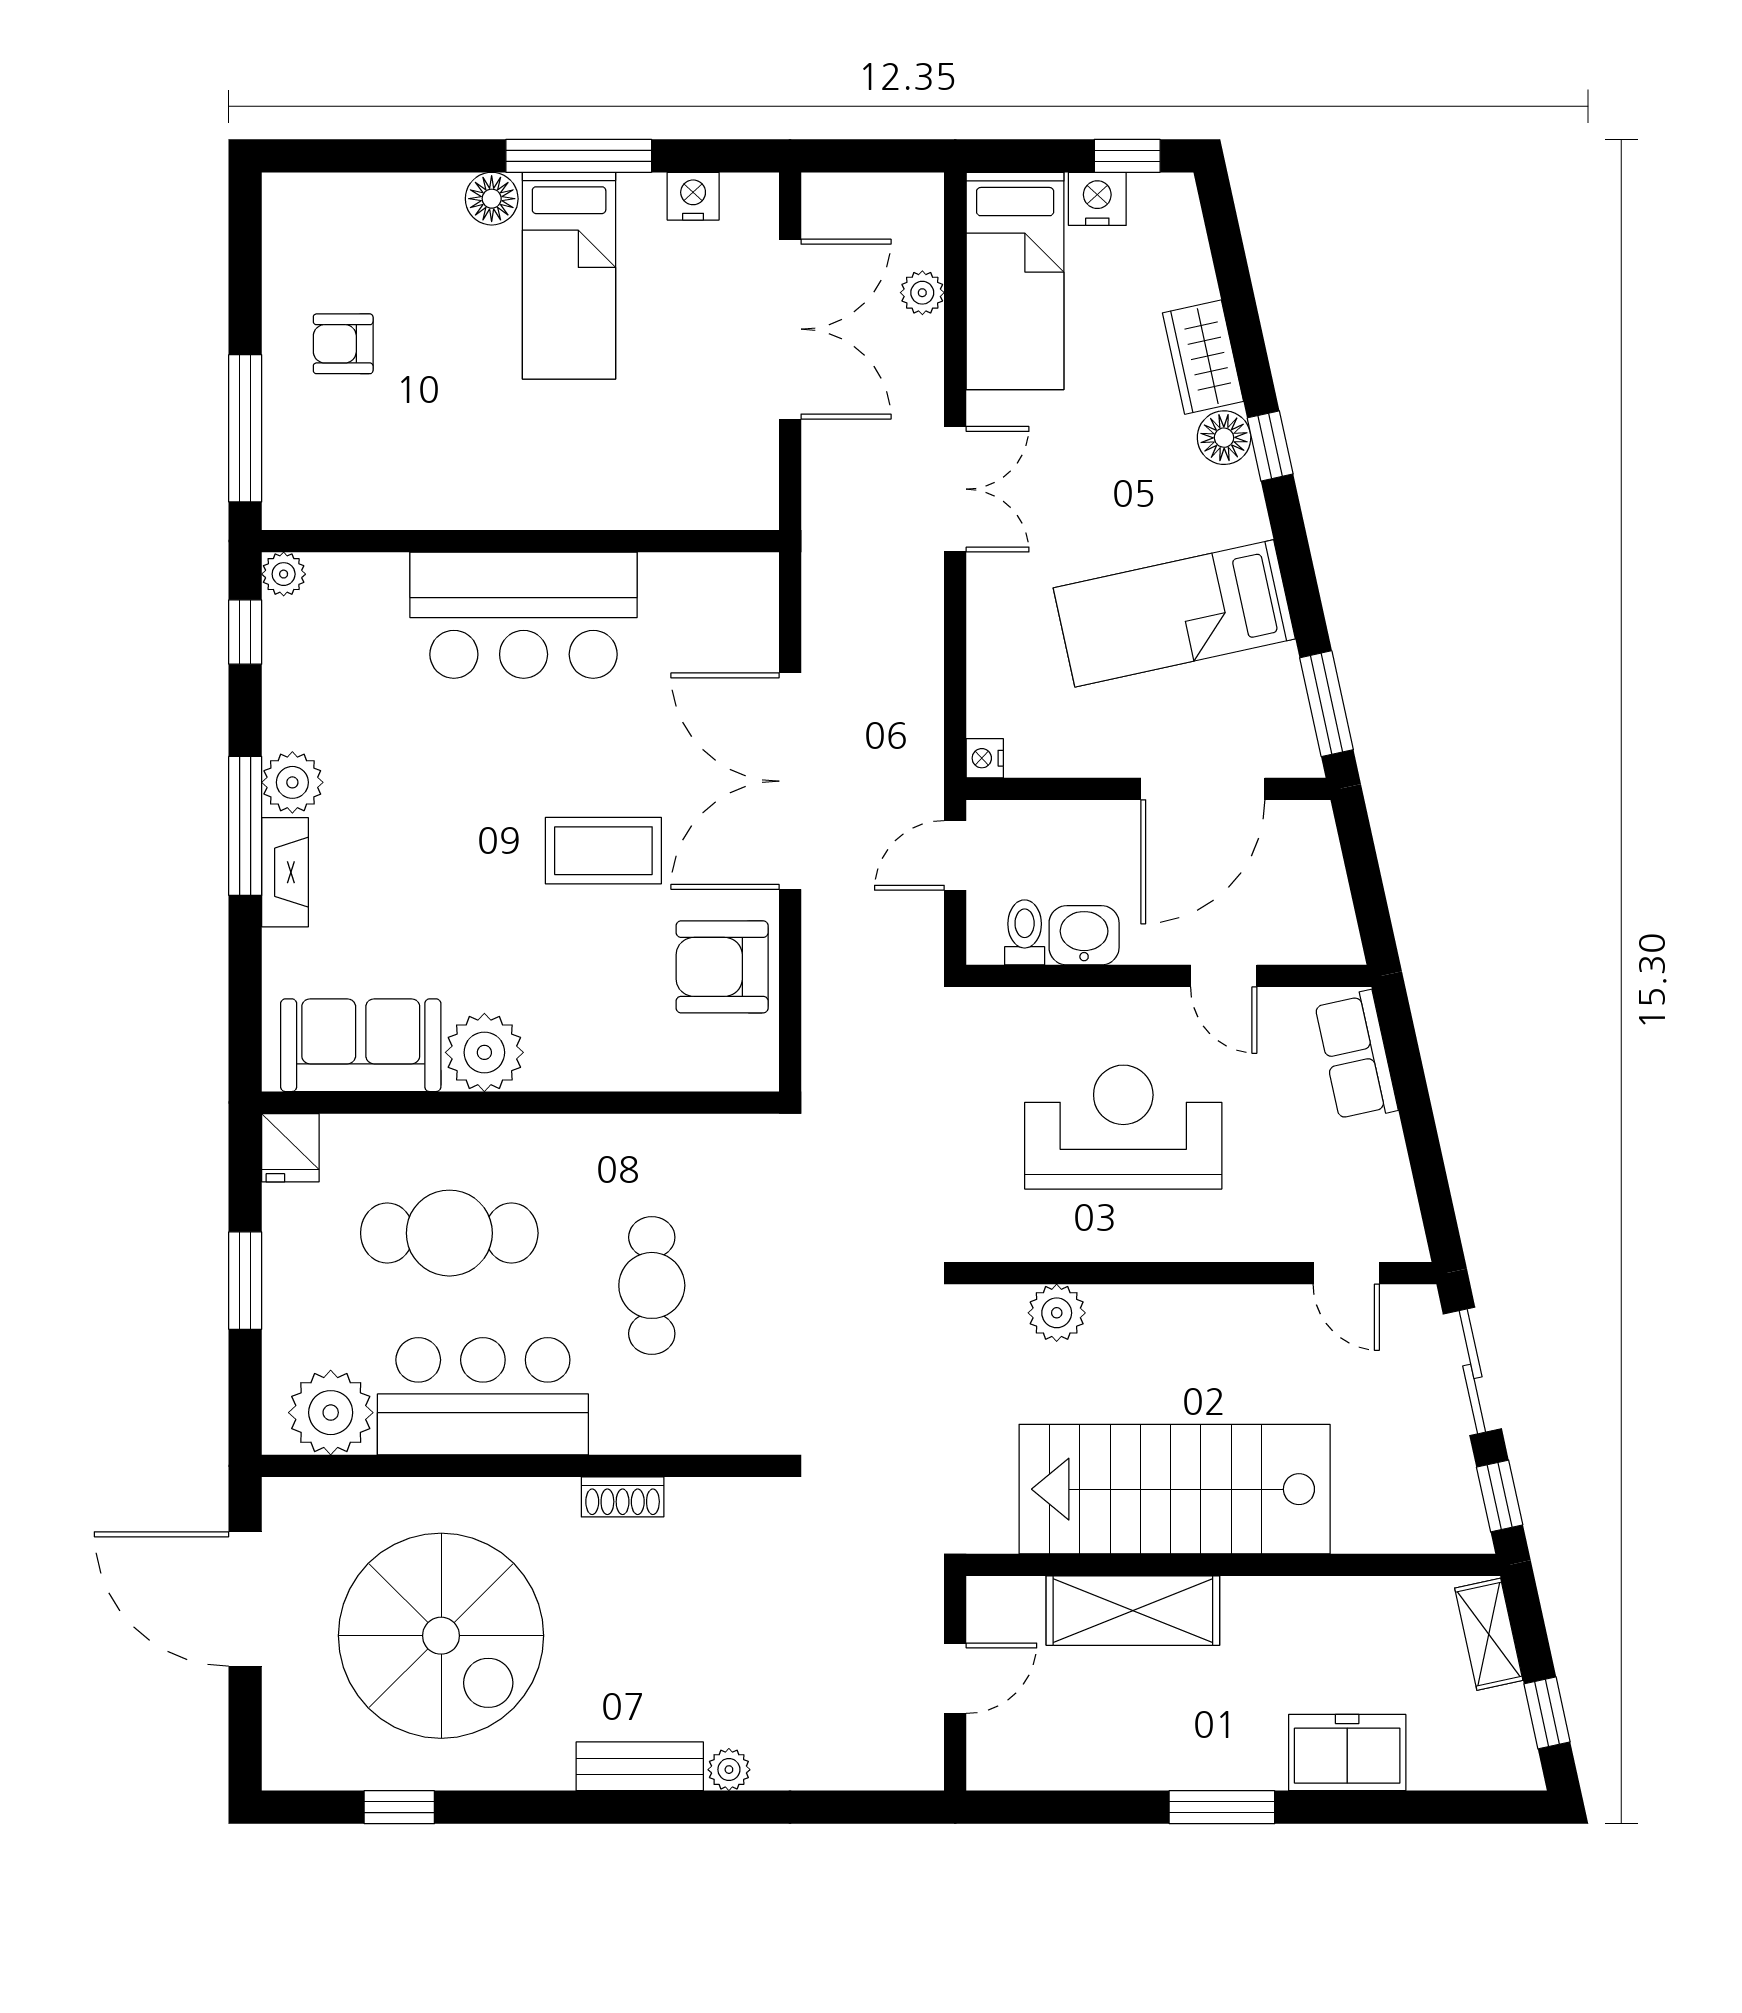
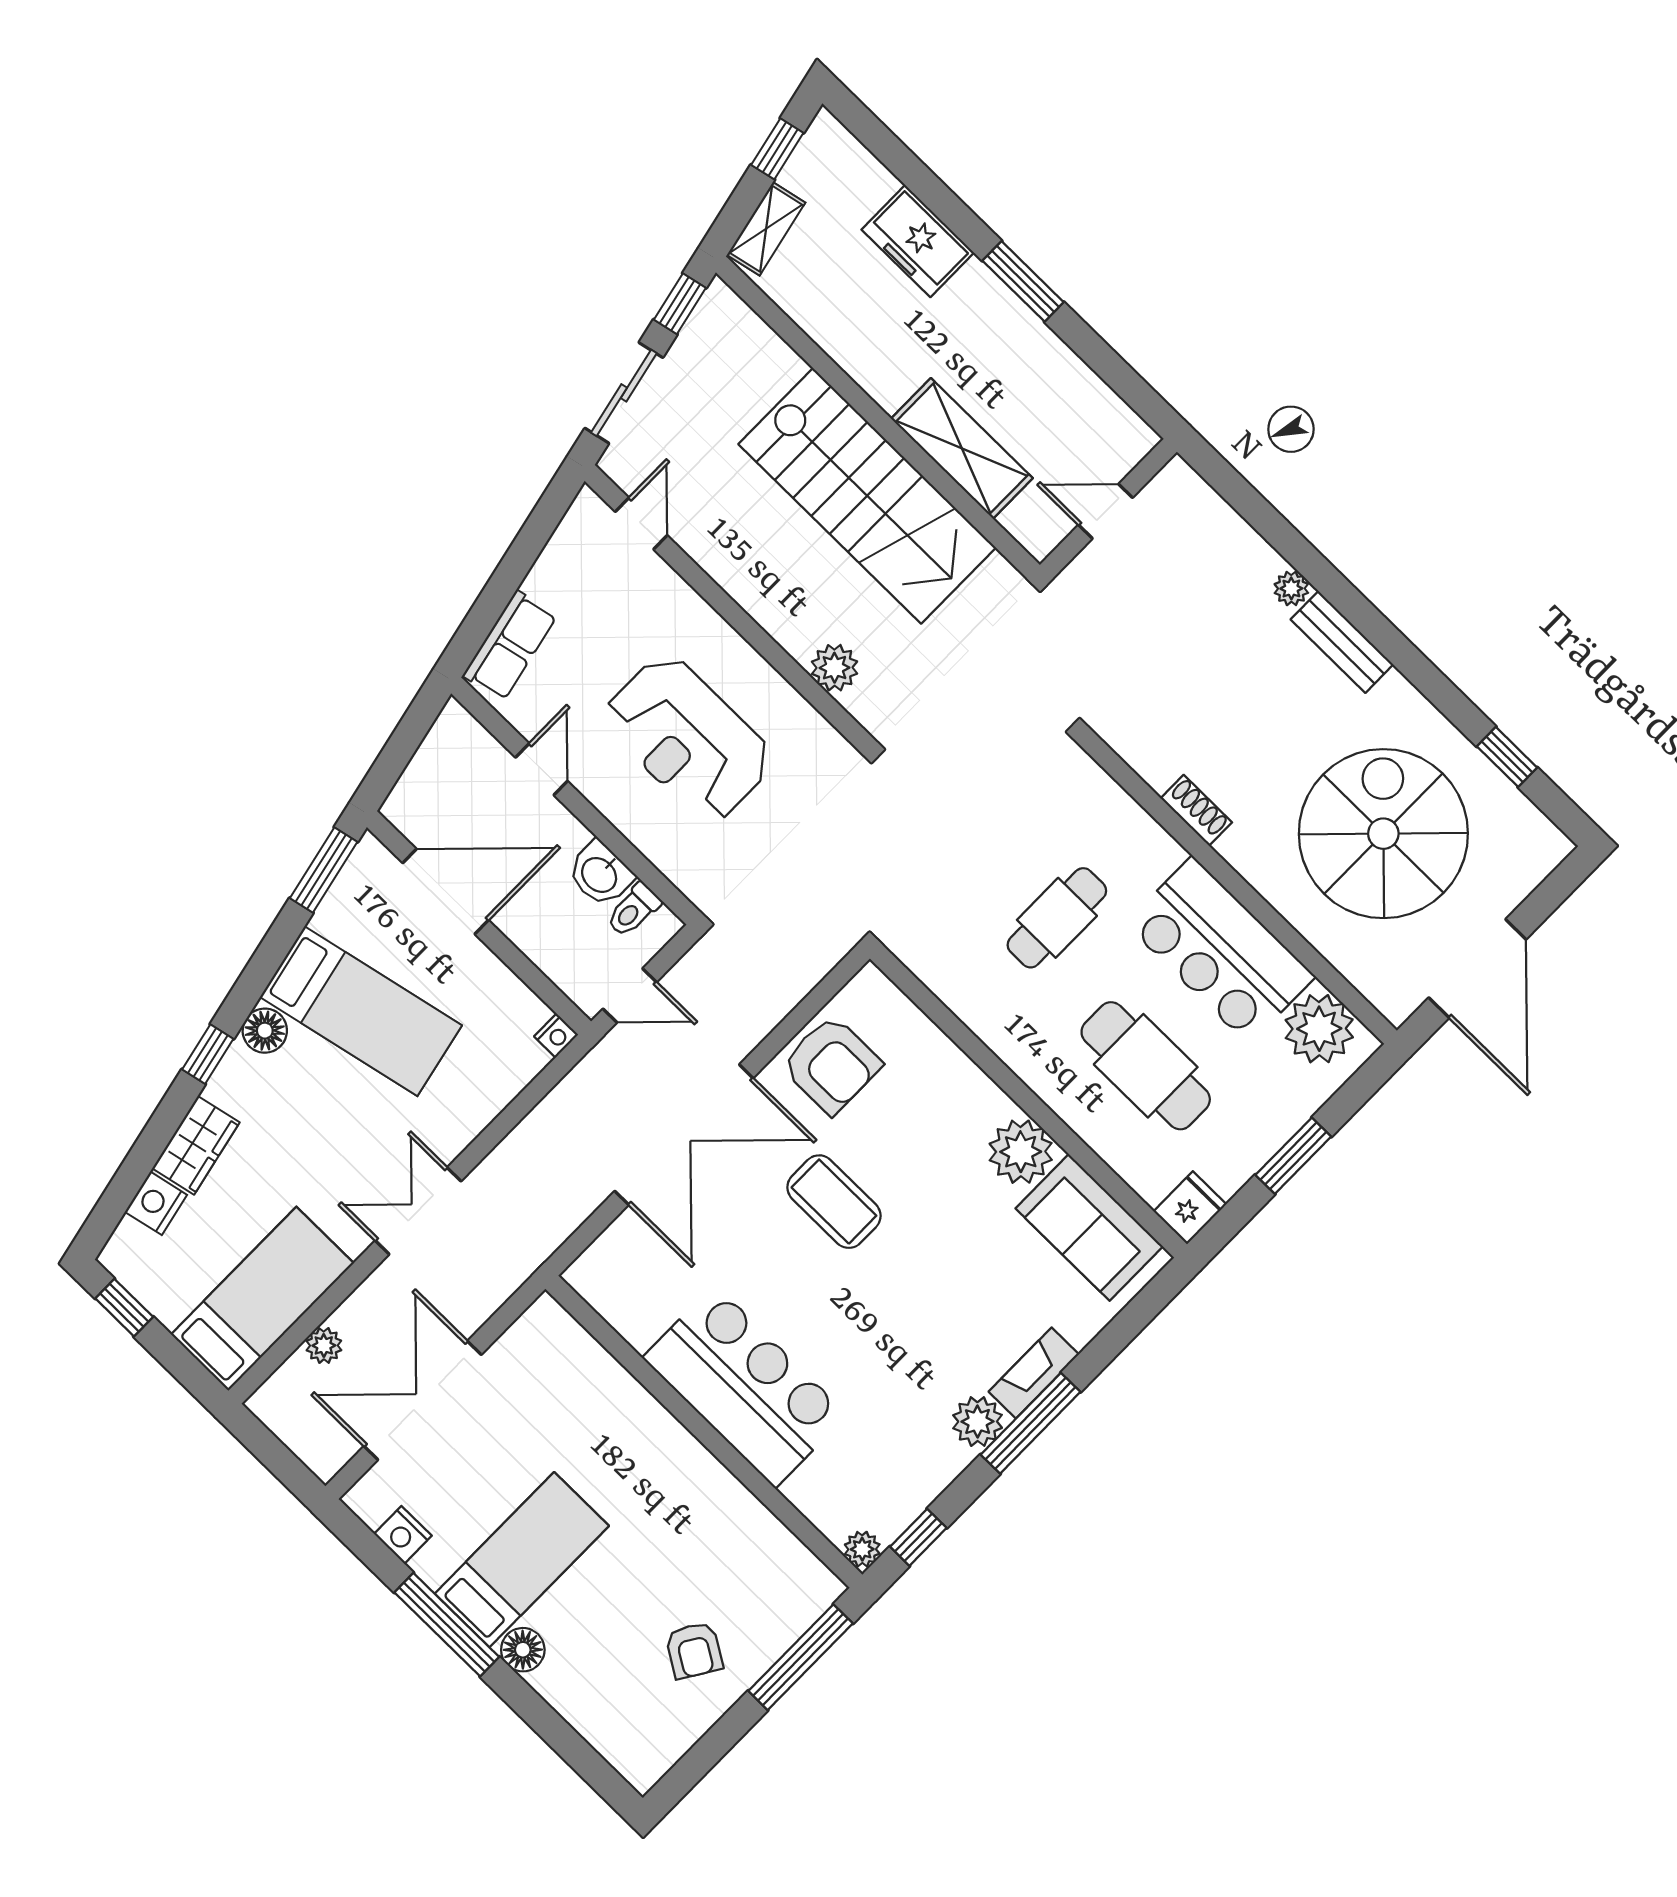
nightstand: (1097, 199) -> (156, 1203), moved, turned 78
armchair: (343, 344) -> (694, 1650), turned 32
floor lamp: (1224, 438) -> (265, 1031), moved

